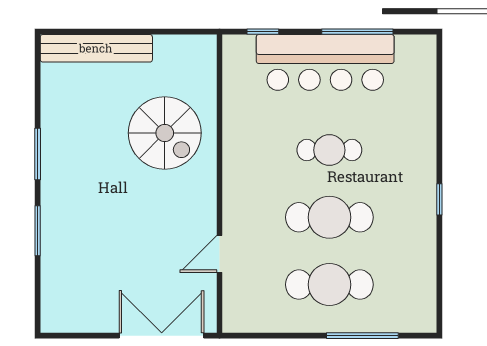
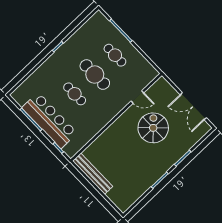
bench: (96, 48) -> (93, 174), moved
spiral stairs: (165, 133) -> (153, 128), moved
cafe table: (329, 285) -> (115, 55), width x0.73, depth x0.74
double door: (162, 336) -> (193, 106), moved

